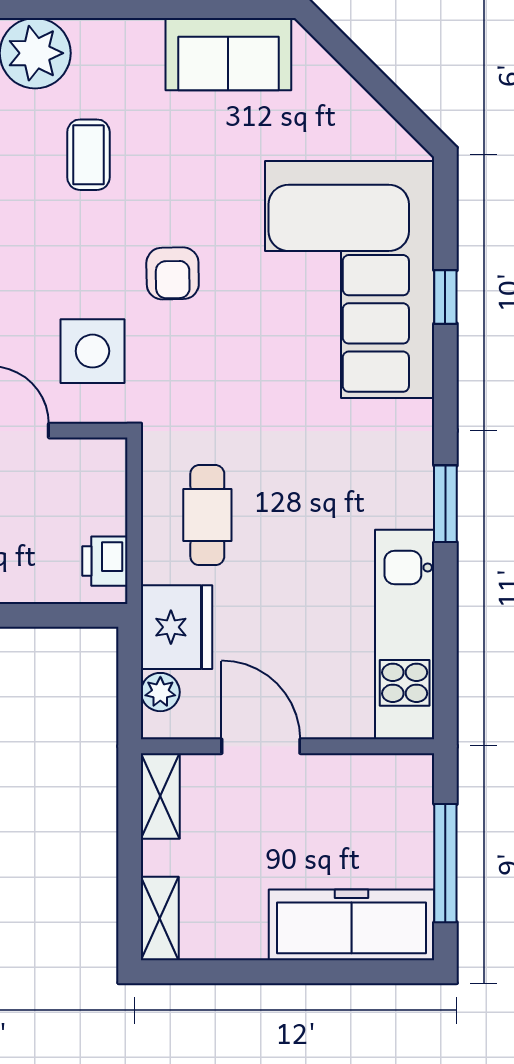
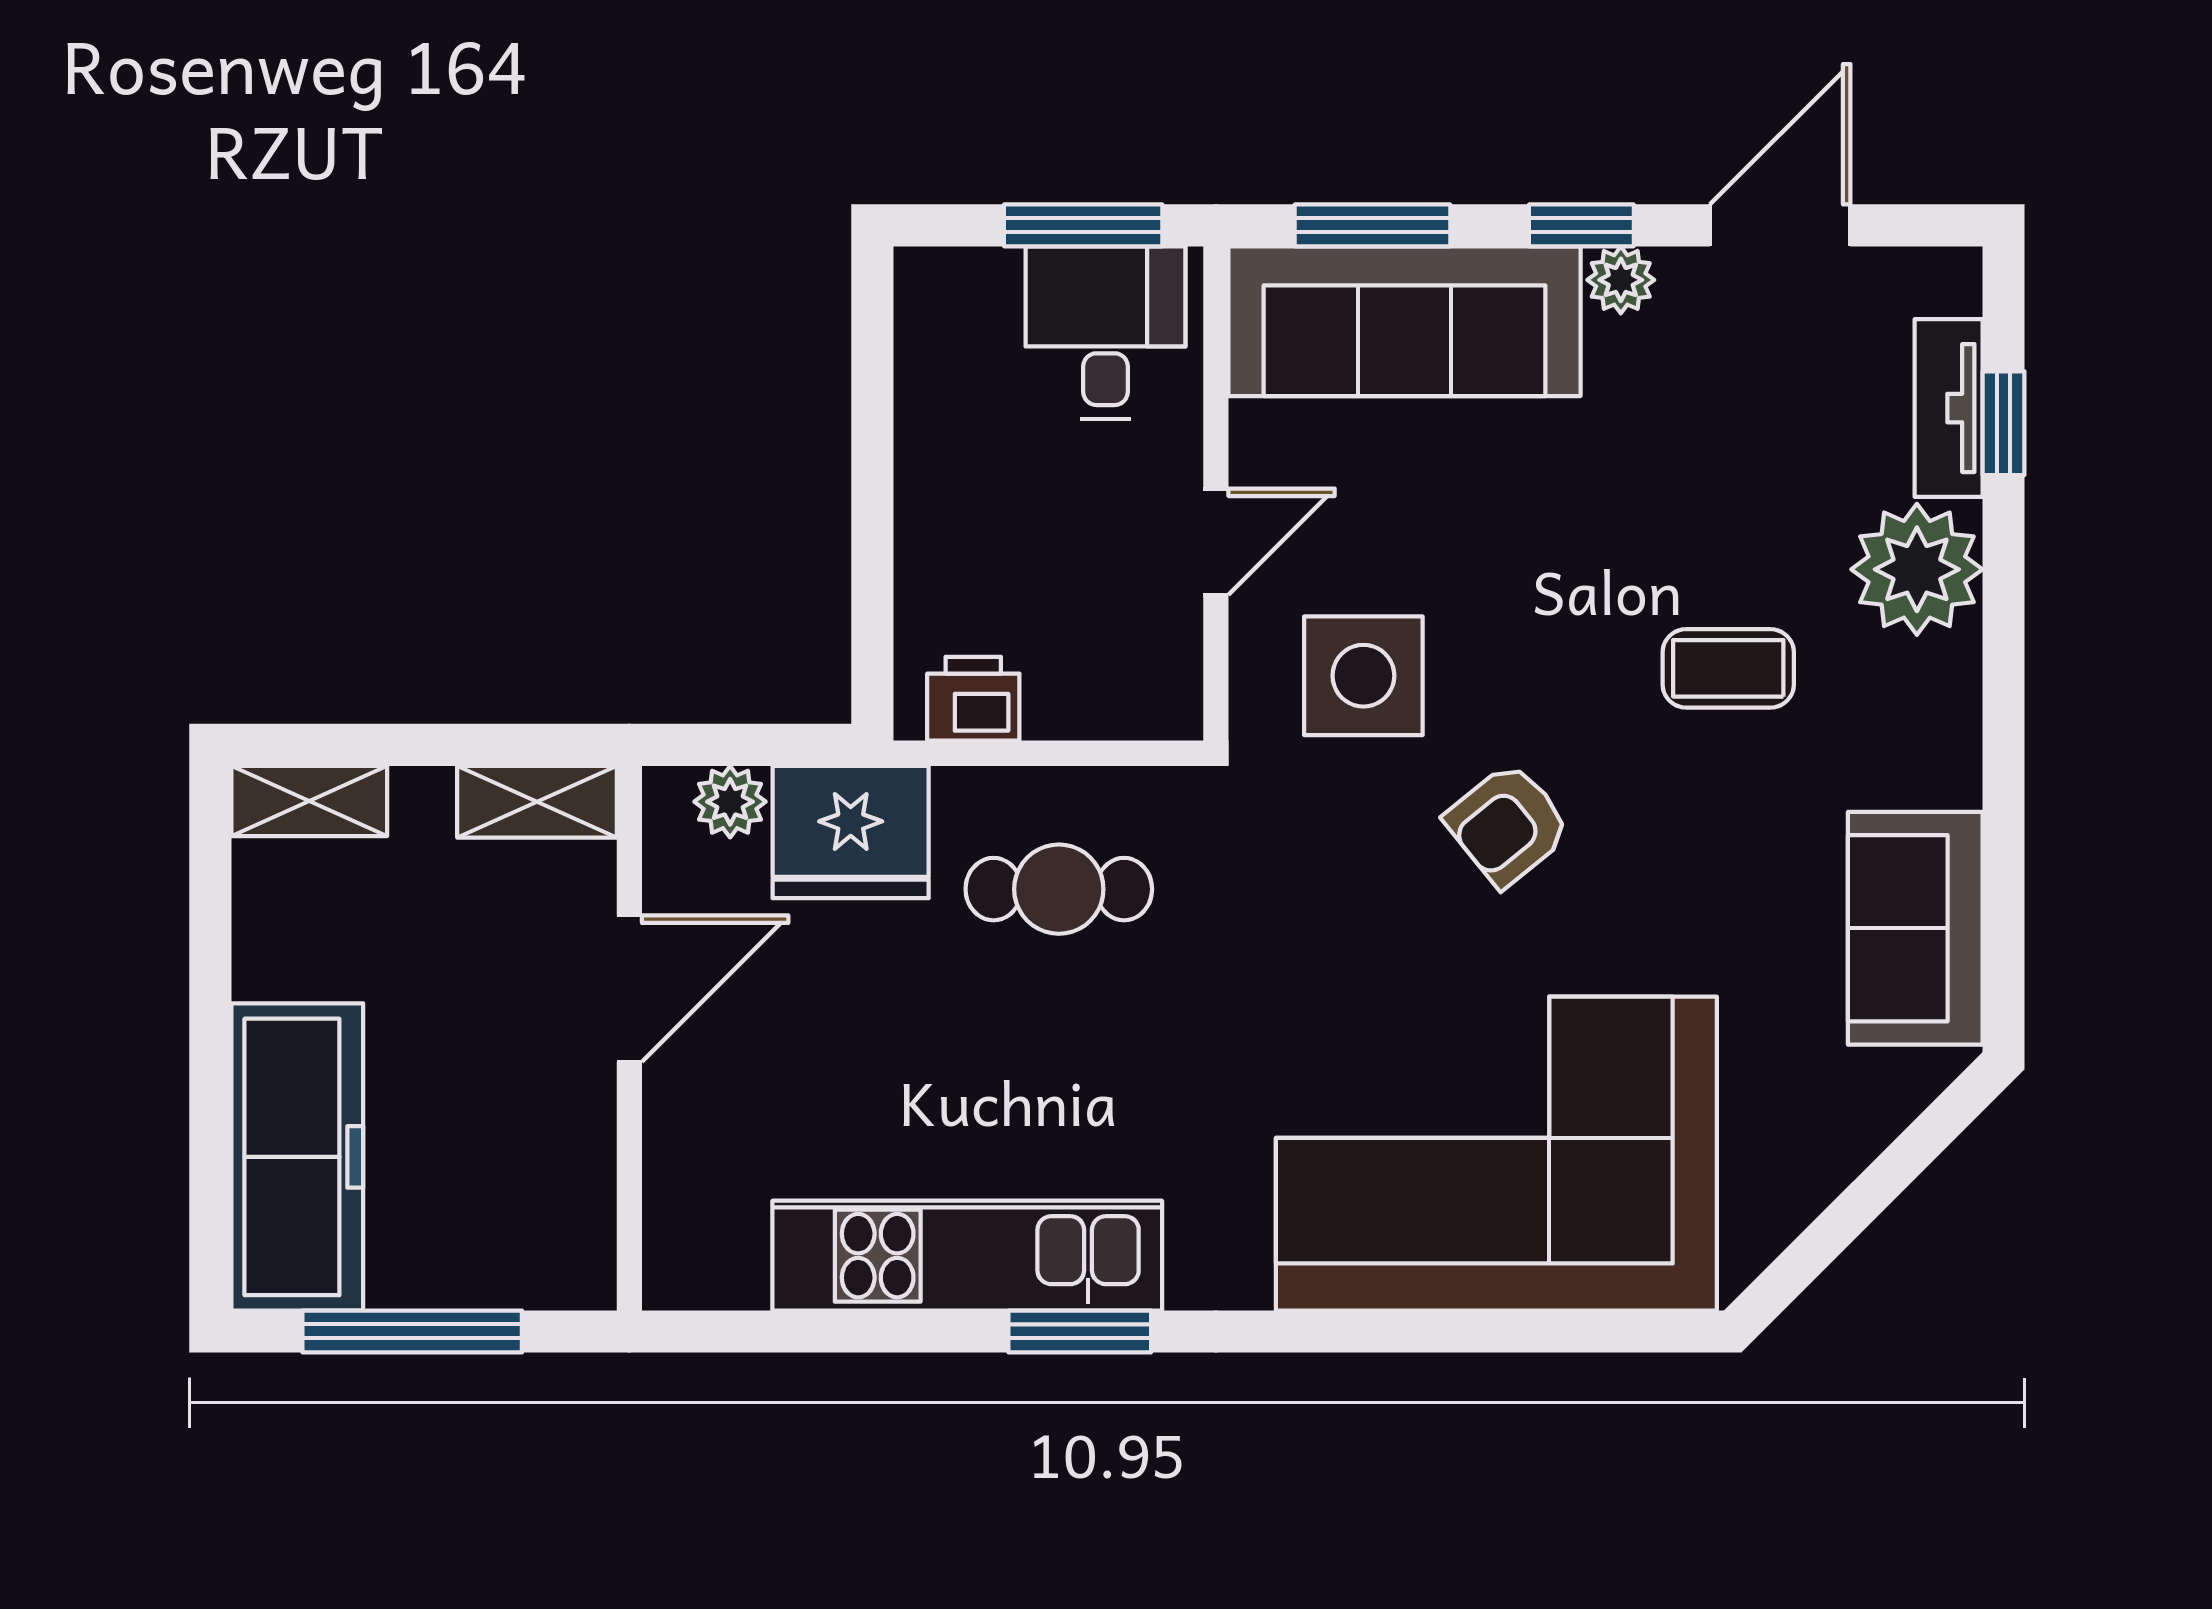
armchair: (173, 273) -> (1508, 825), turned -38
window: (445, 297) -> (1464, 1331), removed
kitchen unit: (405, 635) -> (967, 1256), moved

